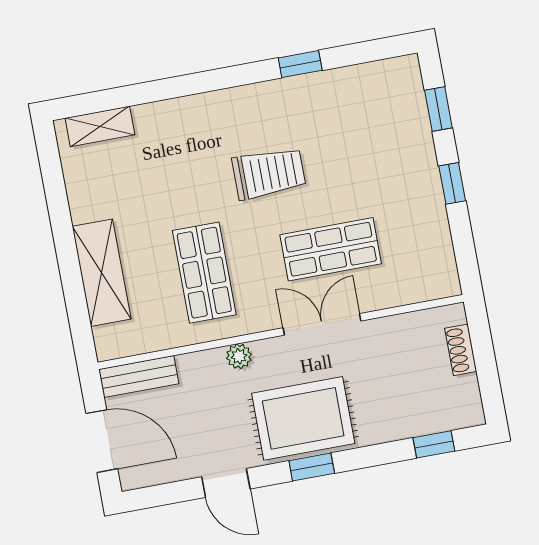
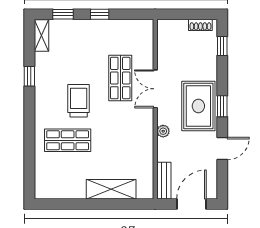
shelving: (100, 126) -> (41, 36), moved
shop shelf: (204, 273) -> (68, 140), moved
shoe rack: (461, 350) -> (200, 25), moved

